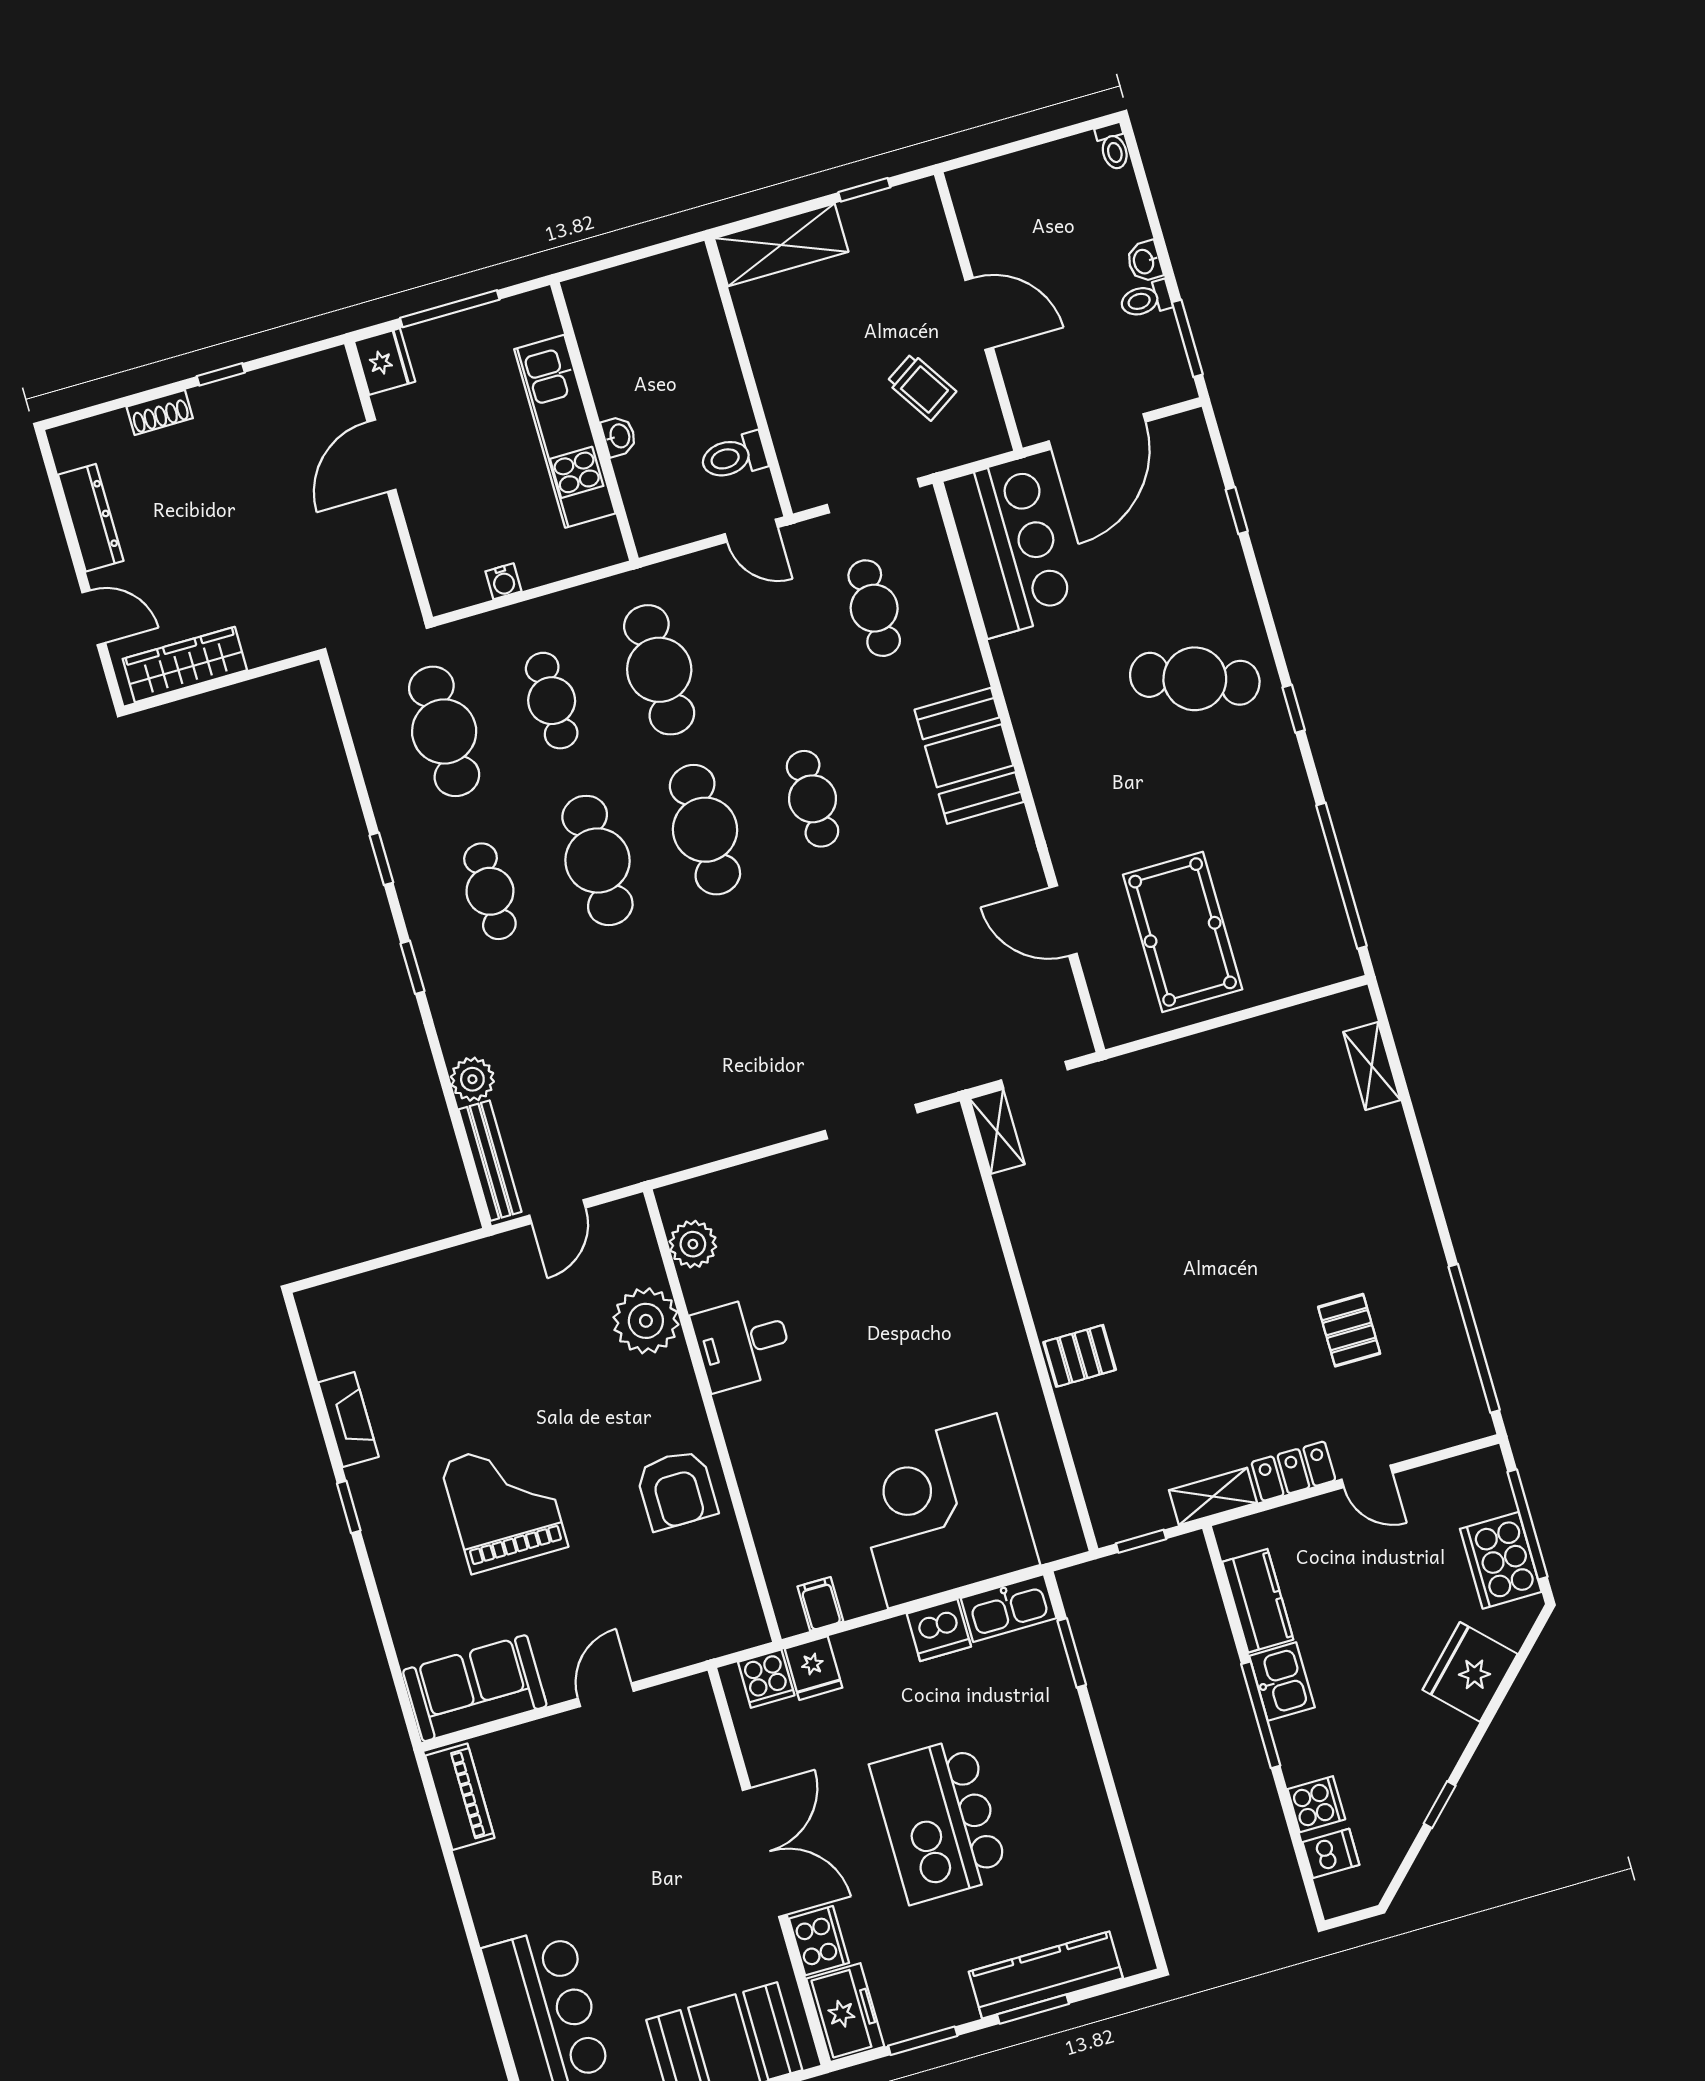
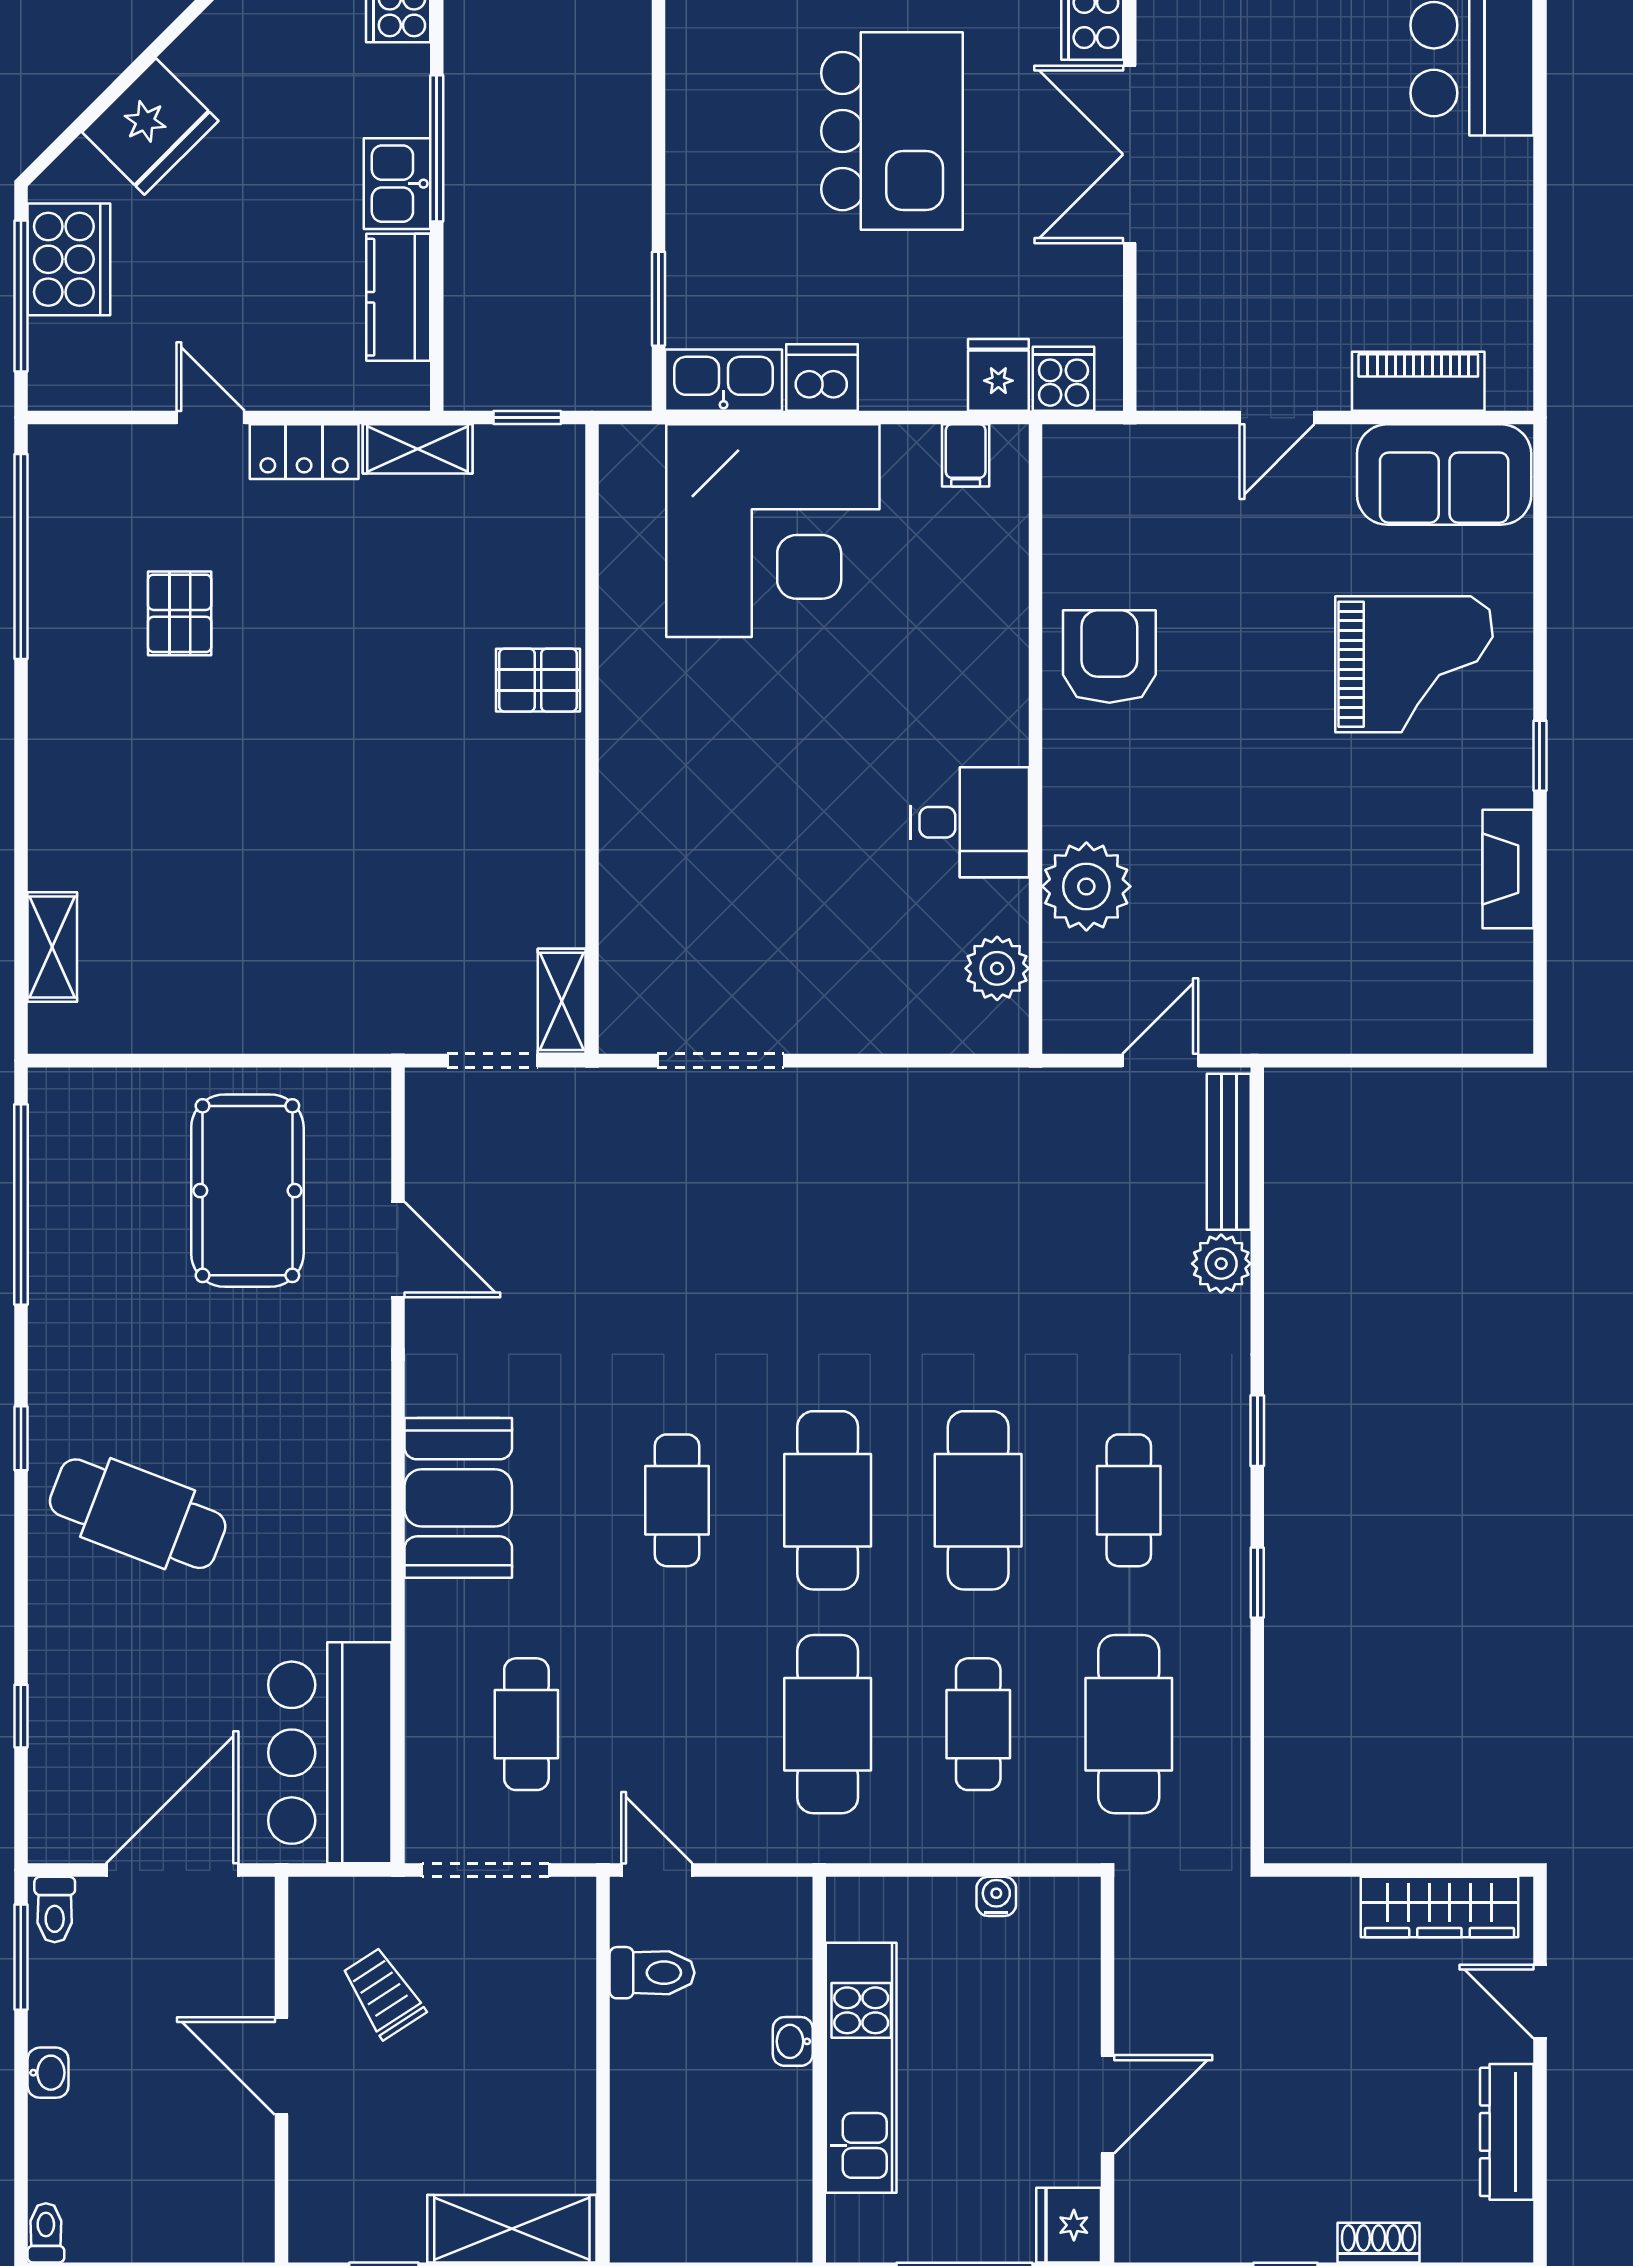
toilet: (1146, 300) -> (55, 1910), moved, turned 90
grand piano: (504, 1505) -> (1414, 664), moved, turned -90
piano: (460, 1797) -> (1418, 381), moved, turned 90

